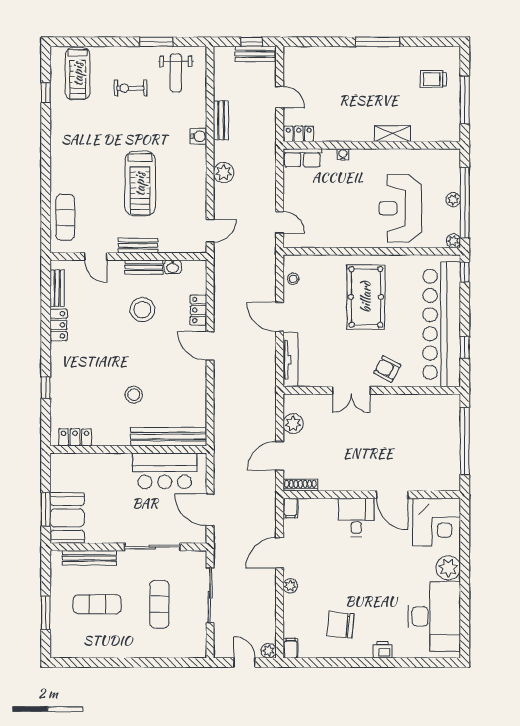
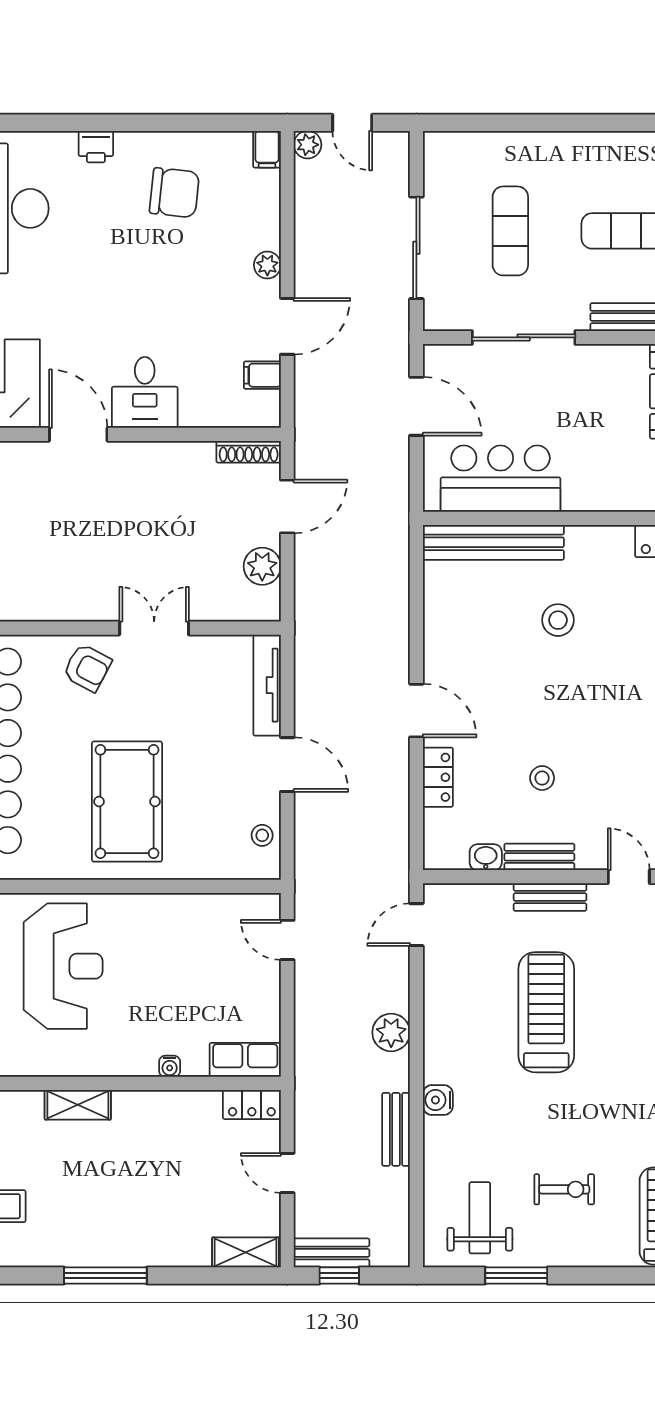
shelving: (302, 54) -> (245, 1252), added
stool: (142, 310) -> (542, 778), width x0.53, depth x0.53
filing cabinet: (290, 508) -> (262, 375), moved, turned -90

